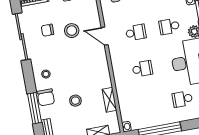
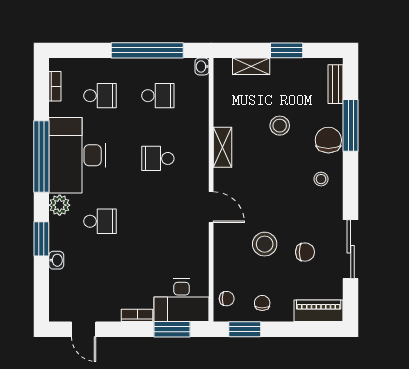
school desk: (136, 33) -> (158, 96), moved, turned 180
door: (105, 36) -> (211, 207), moved
sliding door: (21, 37) -> (351, 249), width x0.73
shelving: (109, 100) -> (222, 147), moved

